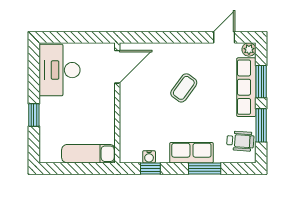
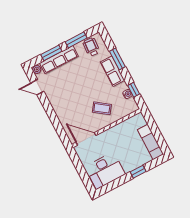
coffee table: (184, 88) -> (102, 108), moved
exam couch: (88, 154) -> (151, 142), moved

